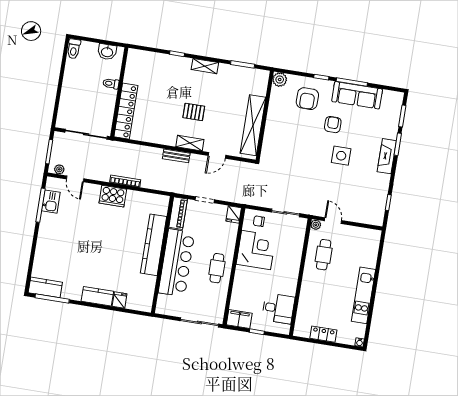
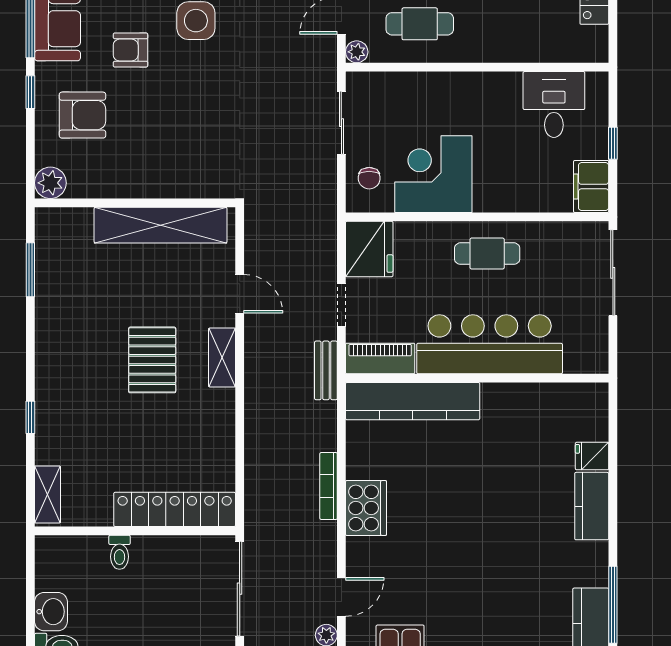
washbasin: (107, 52) -> (51, 612), moved
shelving: (205, 66) -> (48, 494), moved
pallet: (194, 112) -> (152, 360), width x1.50, depth x1.42
bench: (176, 156) -> (326, 370), moved
fridge: (234, 214) -> (369, 249), width x1.88, depth x1.34
kitchen counter: (154, 245) -> (413, 401), moved

